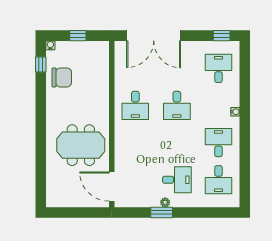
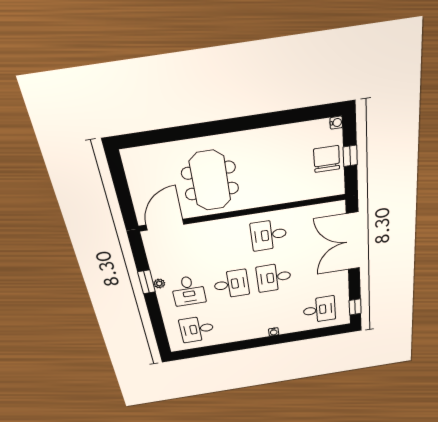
window: (41, 65) -> (310, 114), removed
chair: (62, 77) -> (327, 159), moved, turned 180
desk: (218, 143) -> (231, 284), moved

